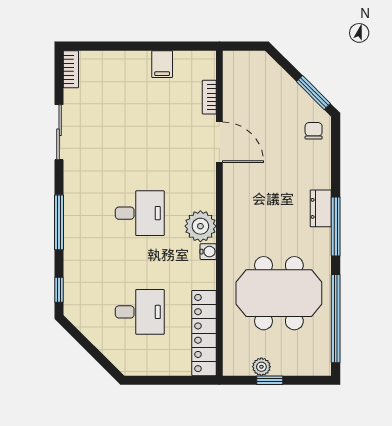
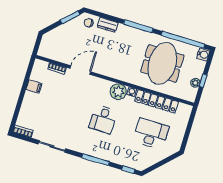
dresser: (321, 208) -> (108, 25), moved
desk: (140, 213) -> (103, 119), turned 180
desk: (140, 312) -> (151, 134), width x1.37
locker: (204, 333) -> (157, 101), moved
water cooler: (319, 365) -> (203, 55), added

